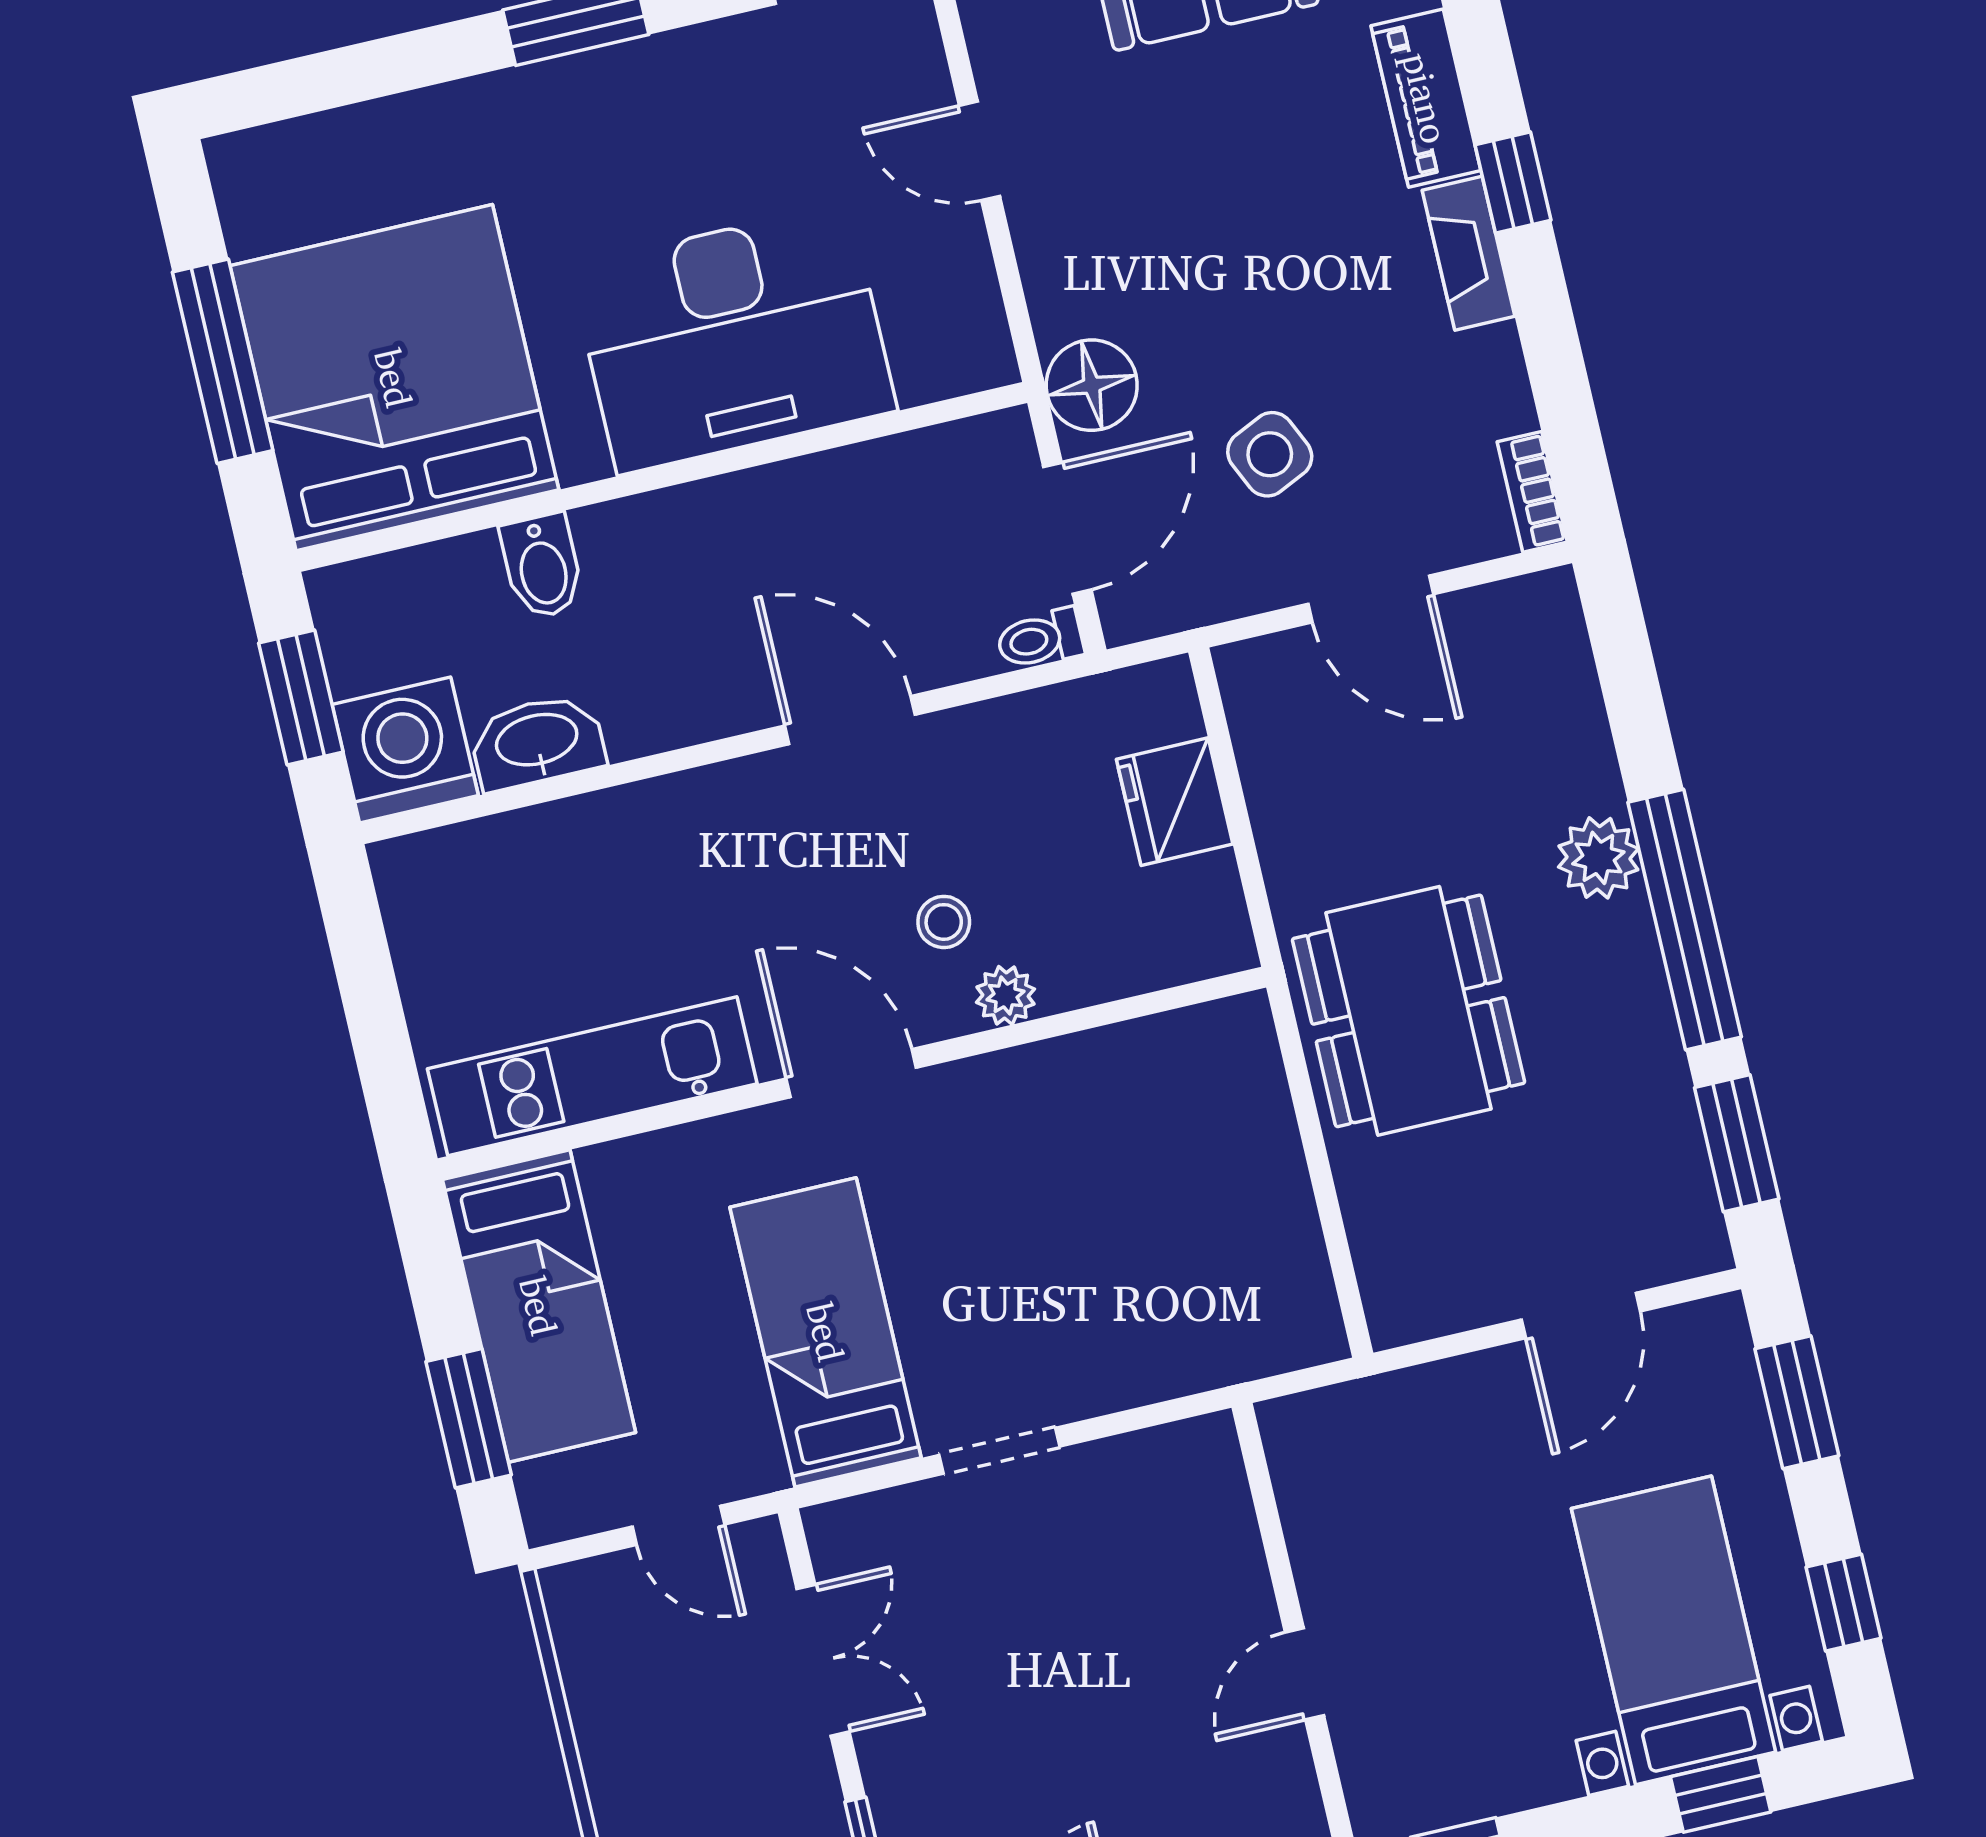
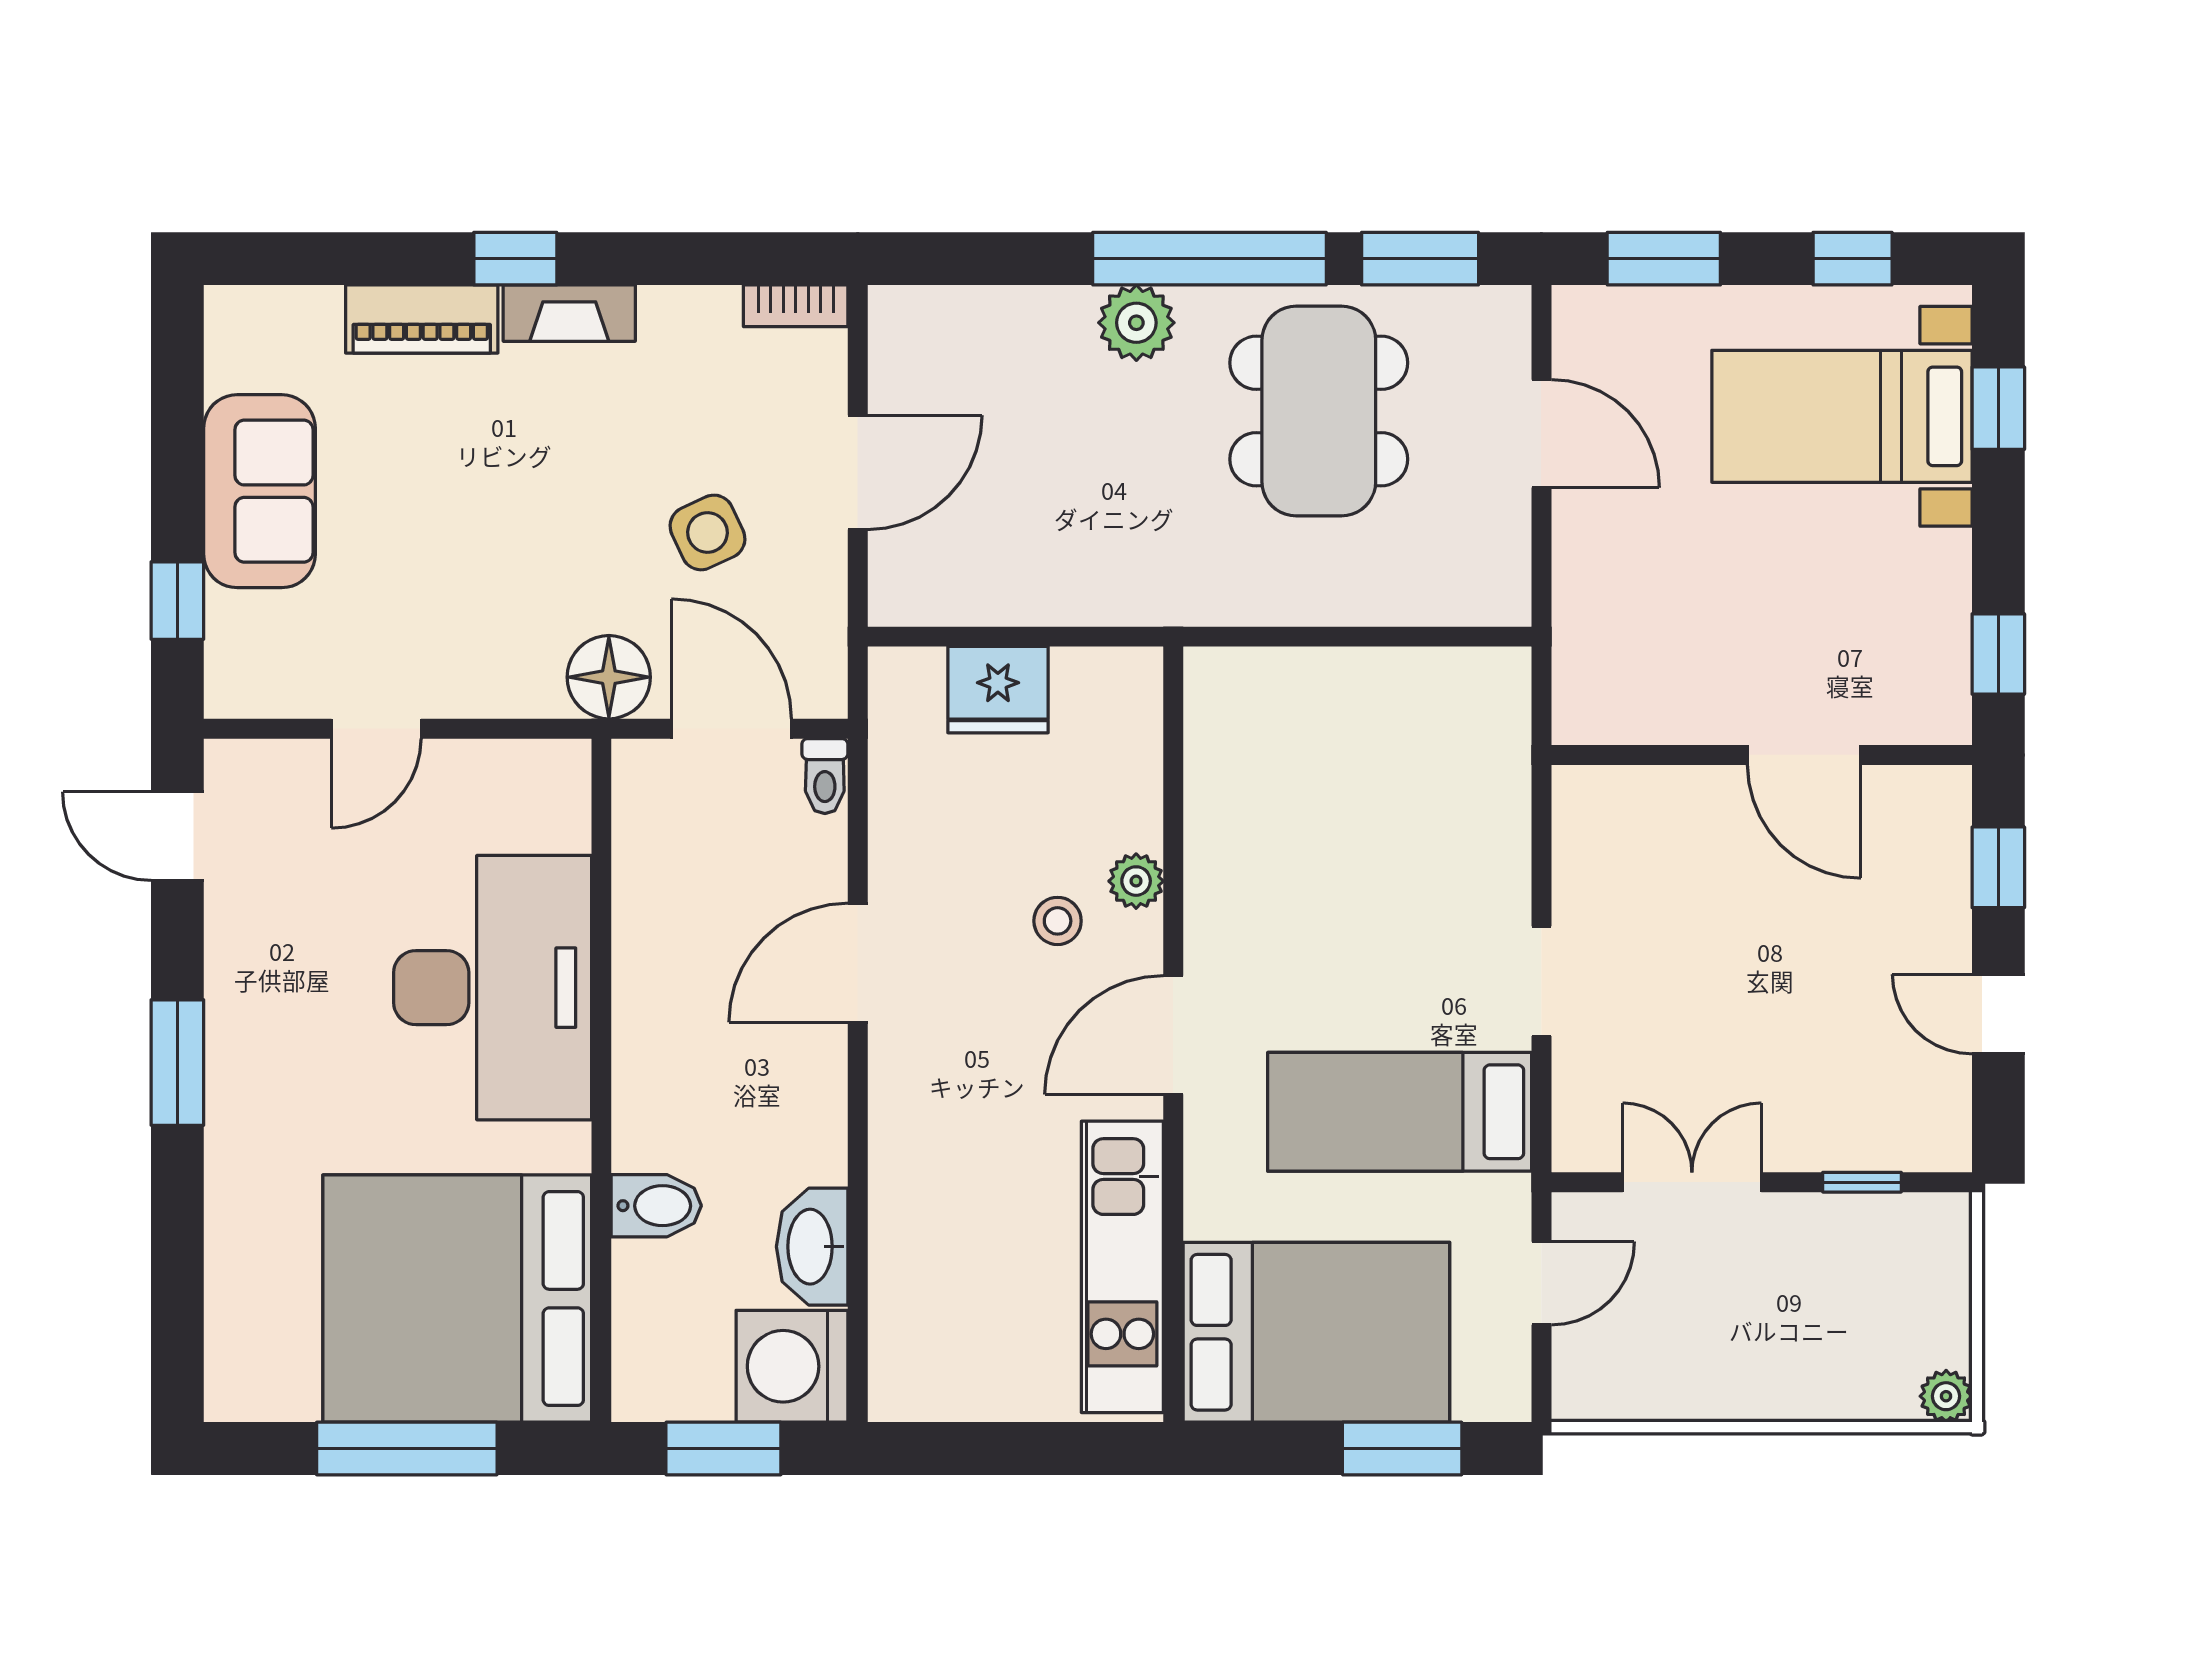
dining table: (1409, 1011) -> (1319, 411), moved, turned 90
bed: (539, 1306) -> (1316, 1332), width x1.50
door: (1305, 1674) -> (1804, 755), width x1.38

